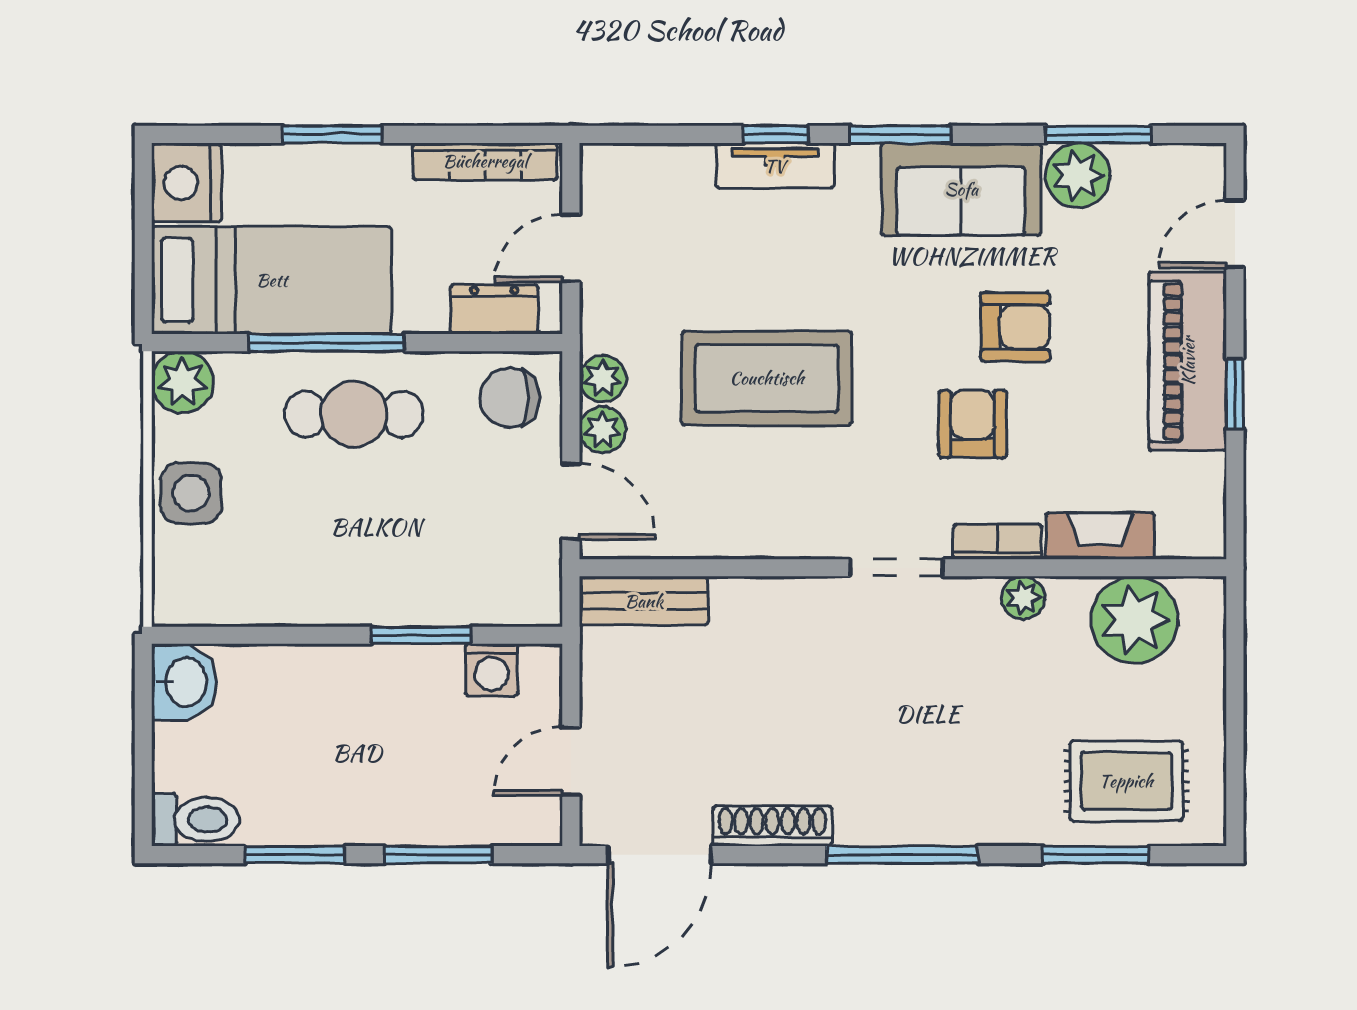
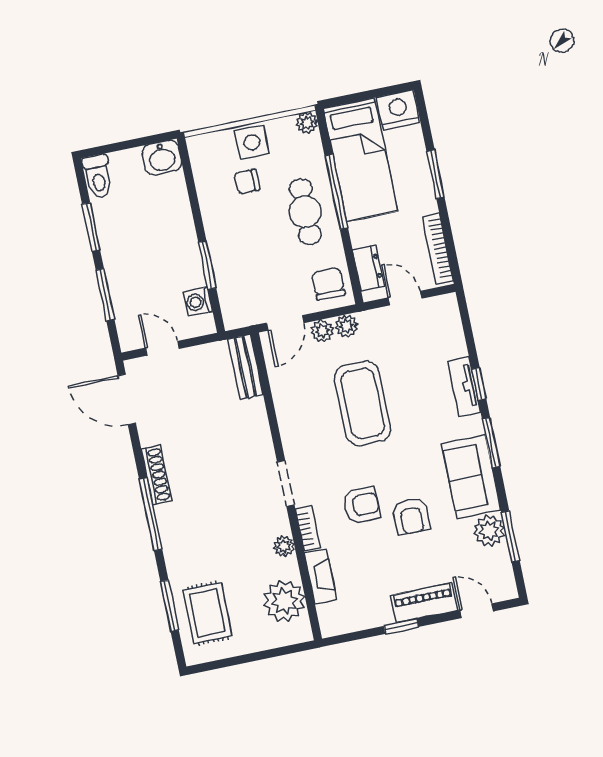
piano: (1188, 361) -> (424, 603), width x0.73, depth x0.75
plant: (182, 382) -> (307, 123), width x0.73, depth x0.73
chair: (268, 519) -> (247, 182), added
shoe rack: (772, 826) -> (157, 475), moved

